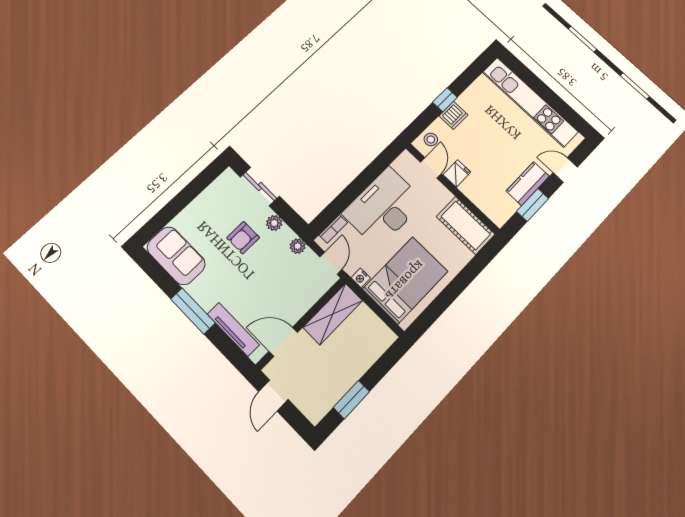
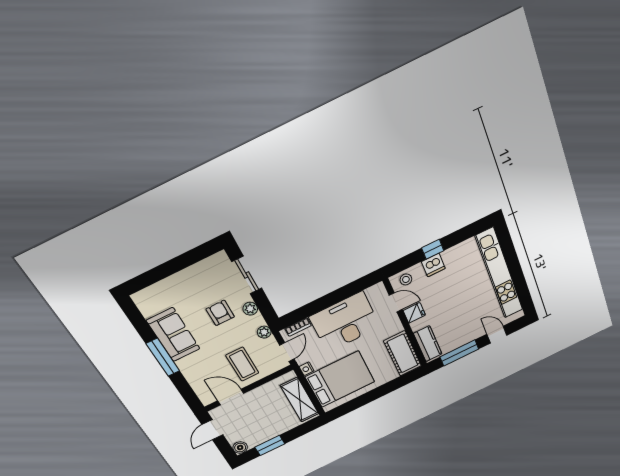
door: (431, 168) -> (396, 302), hinge flipped
kitchen counter: (528, 184) -> (428, 344), moved, turned 90
window: (533, 205) -> (459, 353), width x1.44
armchair: (243, 238) -> (220, 313), turned 90
sofa: (176, 256) -> (173, 335), moved
coffee table: (285, 294) -> (242, 364), added
shelving: (333, 314) -> (300, 400), moved, turned 90
tv unit: (233, 329) -> (193, 379), removed
boiler: (315, 413) -> (240, 448), added

